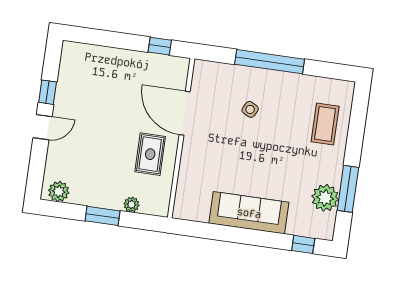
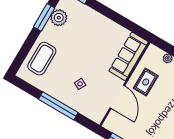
coffee table: (325, 124) -> (42, 59), width x1.36, depth x1.32
sofa: (249, 213) -> (129, 56), moved, turned 90

